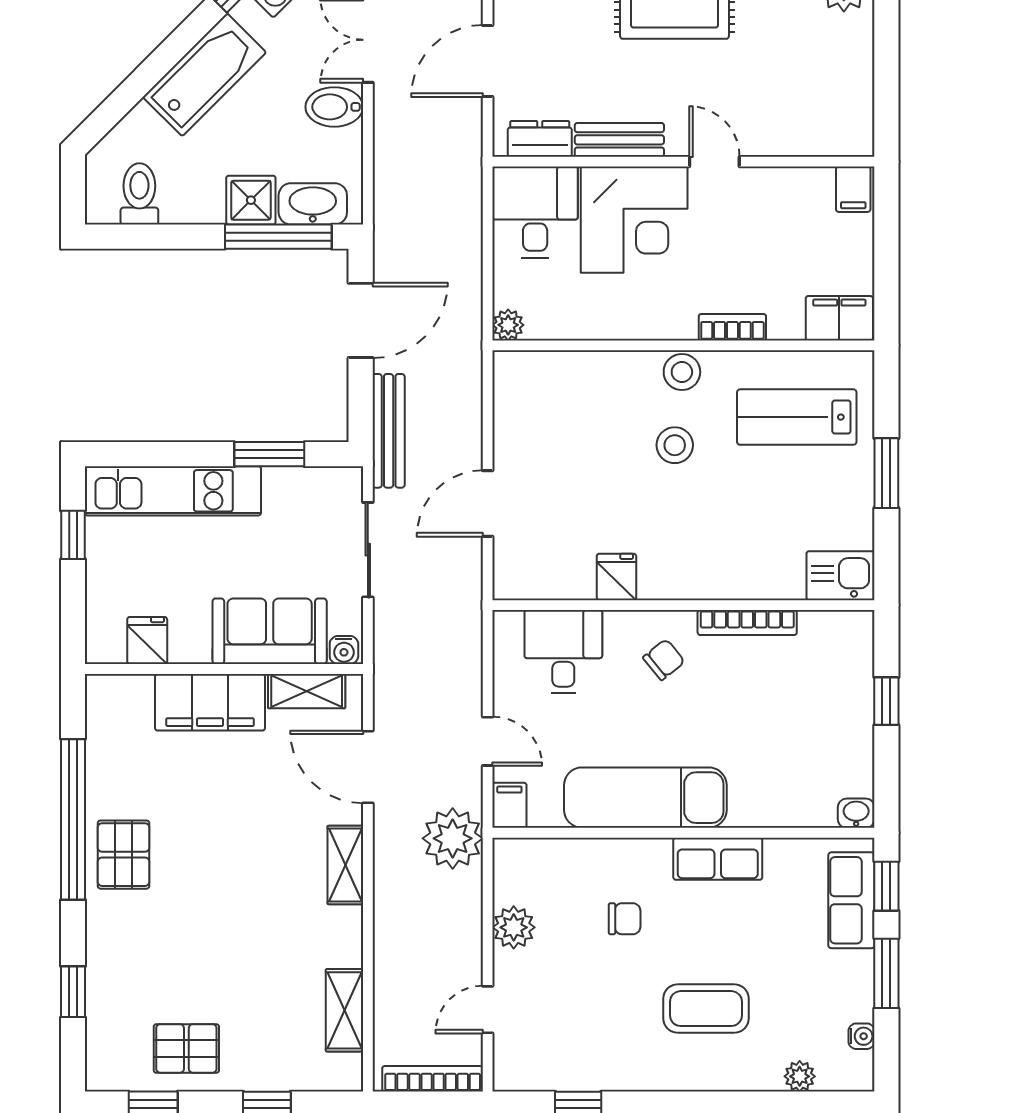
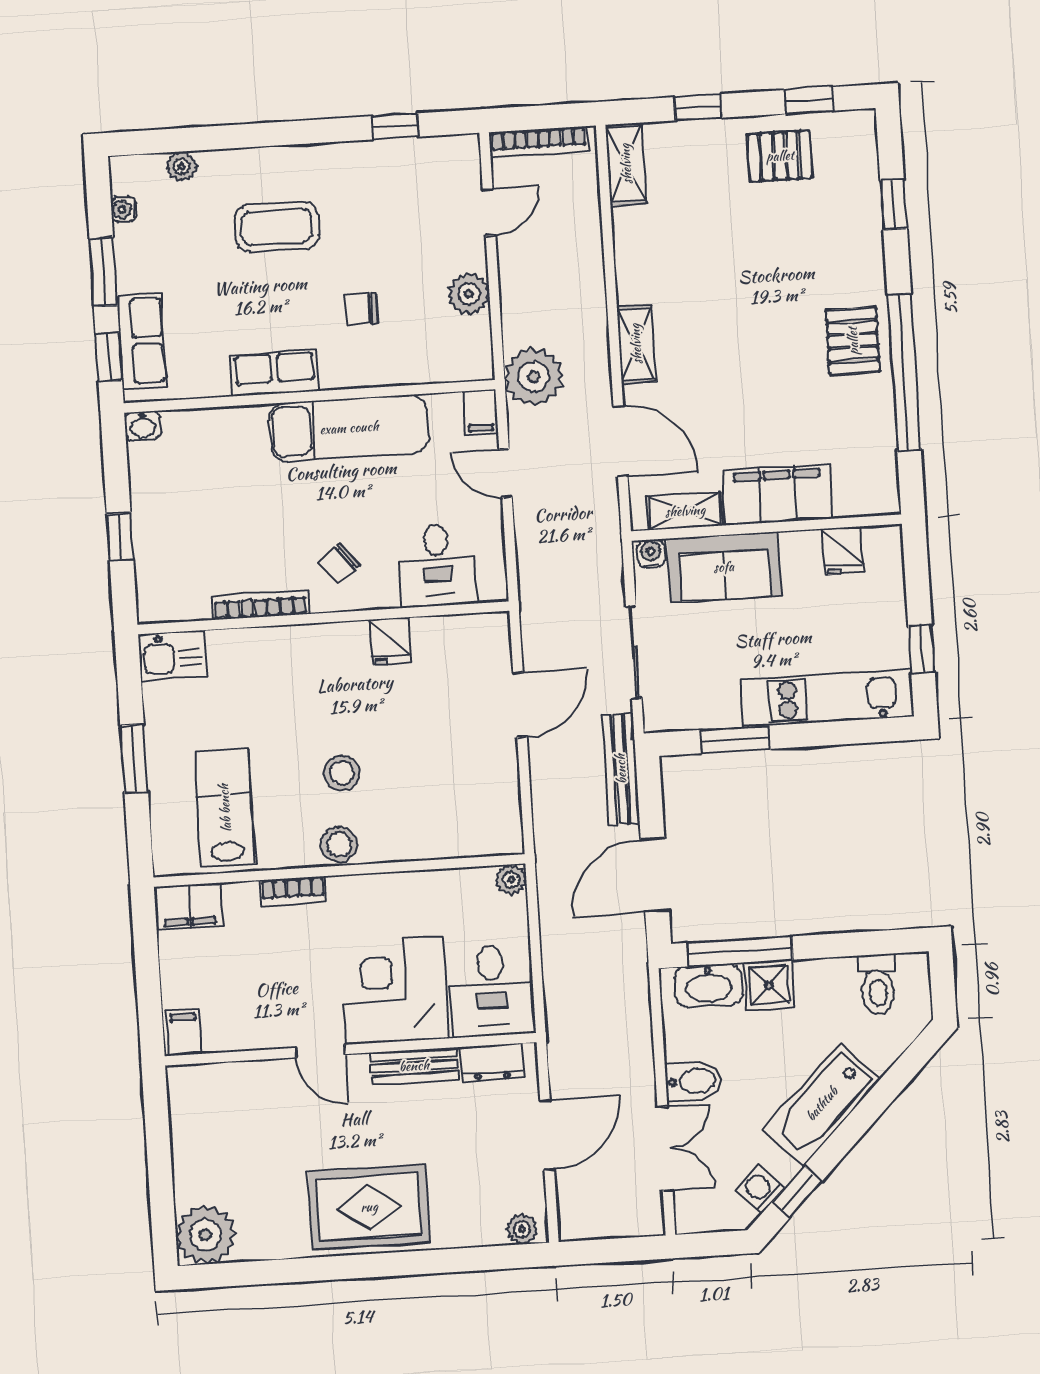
lab bench: (797, 417) -> (225, 808), turned -90
shelving: (344, 1010) -> (626, 164), moved

